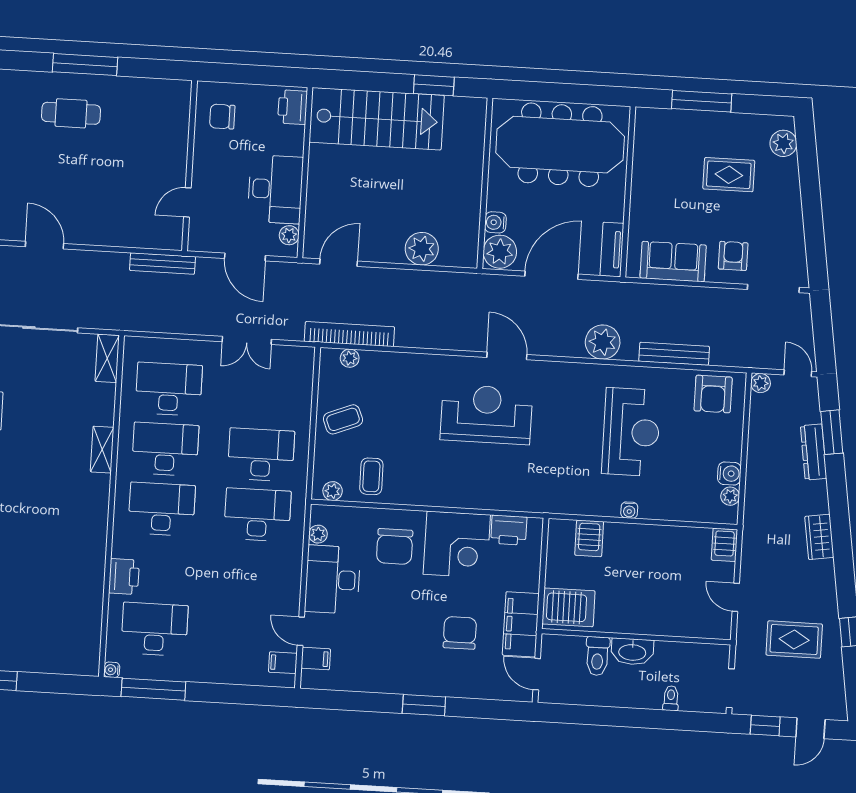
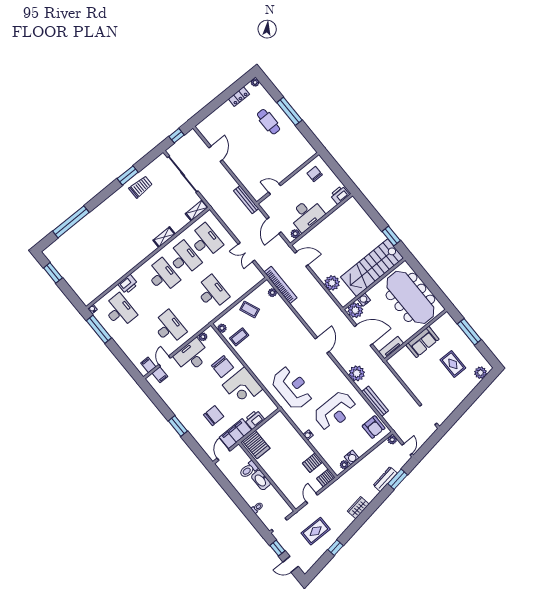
stairs: (377, 119) -> (372, 268), moved, turned 90
armchair: (733, 256) -> (427, 391), removed
sofa: (673, 262) -> (422, 342), moved, turned 90
armchair: (713, 394) -> (374, 427), turned -90
reception desk: (486, 414) -> (292, 388), moved
desk: (257, 515) -> (169, 328), moved
printer: (509, 530) -> (254, 420), moved, turned 90
server rack: (589, 538) -> (313, 463), moved
chair: (395, 546) -> (223, 367), turned -90
rug: (794, 640) -> (316, 531), turned 90

